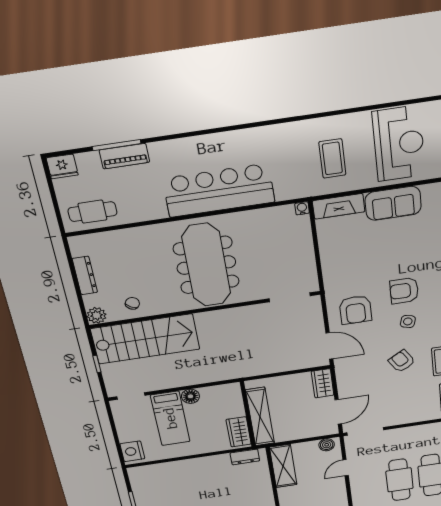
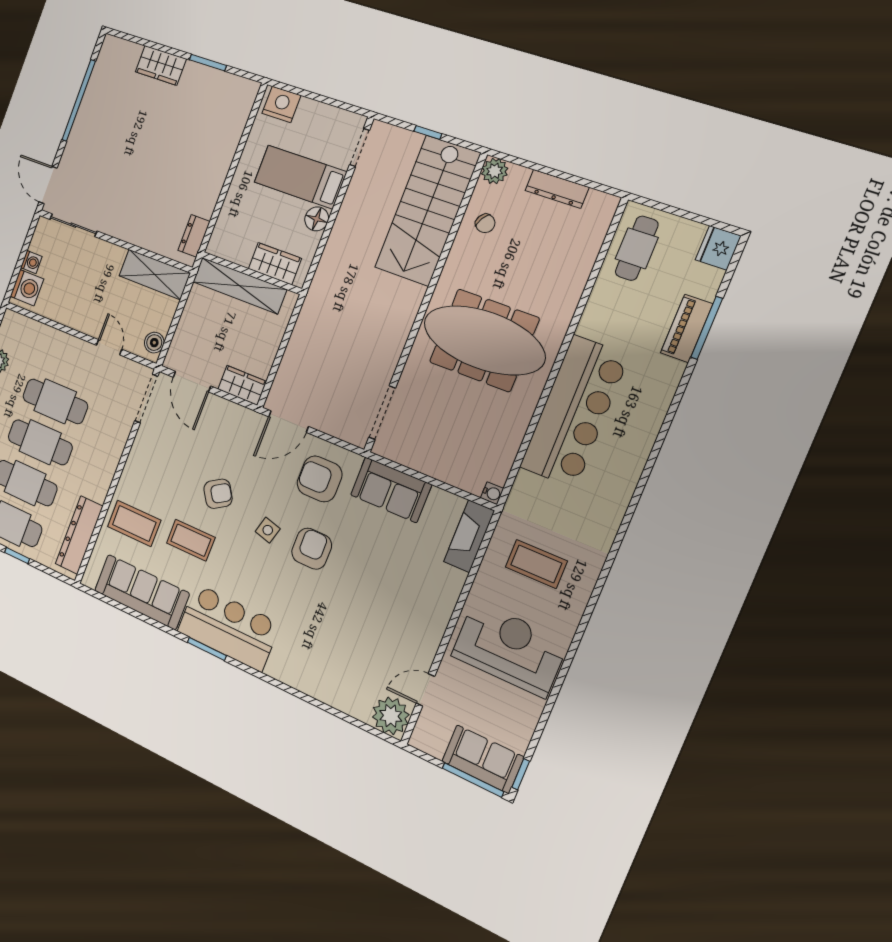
reception desk: (399, 144) -> (509, 649), turned 180
sofa: (393, 203) -> (391, 490), moved, turned -90
wardrobe: (239, 432) -> (275, 264), moved

